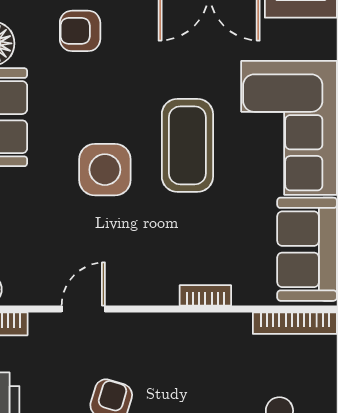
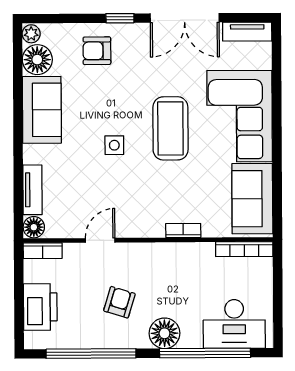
side table: (105, 170) -> (114, 145), width x0.54, depth x0.54

